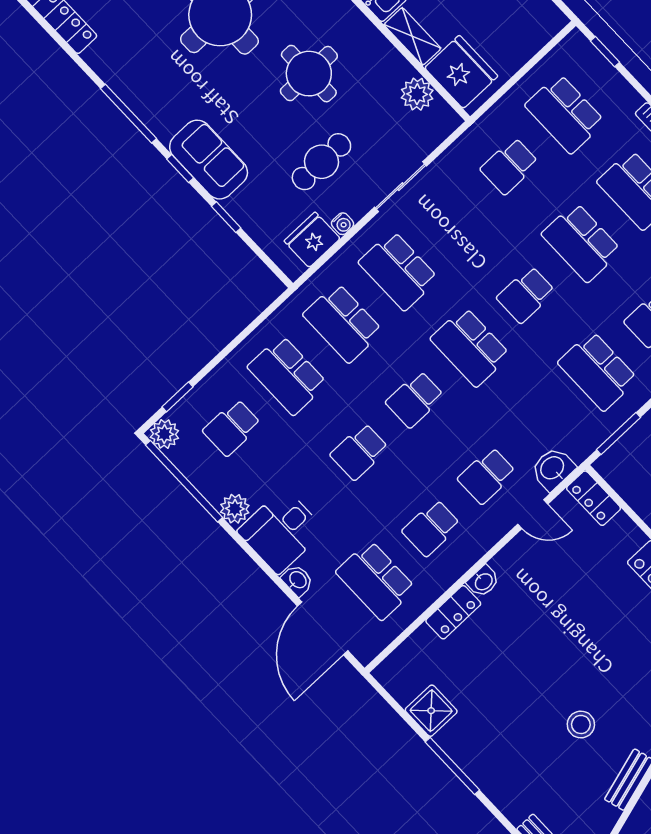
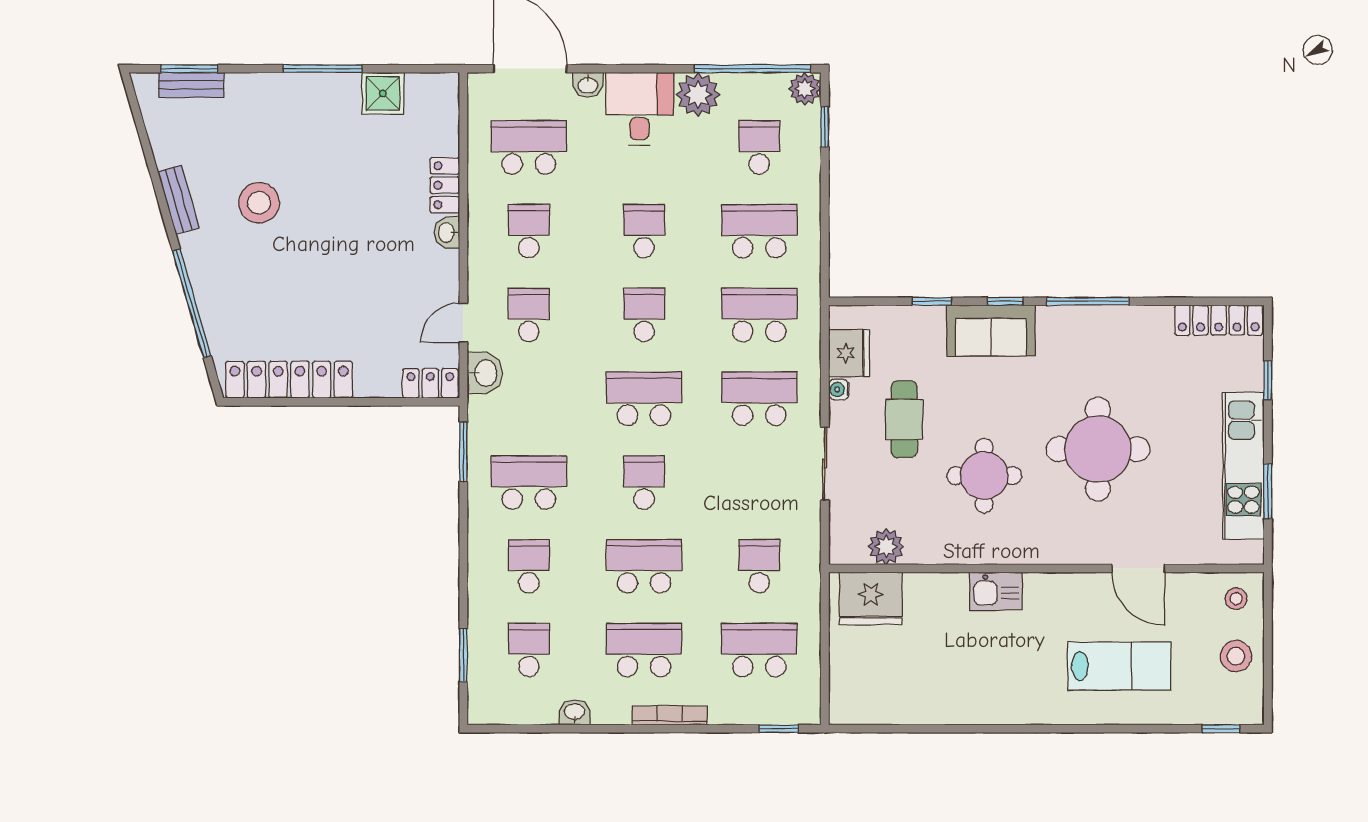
shelving: (412, 36) -> (936, 586), removed
plant: (235, 509) -> (698, 95), width x1.36, depth x1.36
stool: (581, 724) -> (259, 203), width x1.38, depth x1.38

